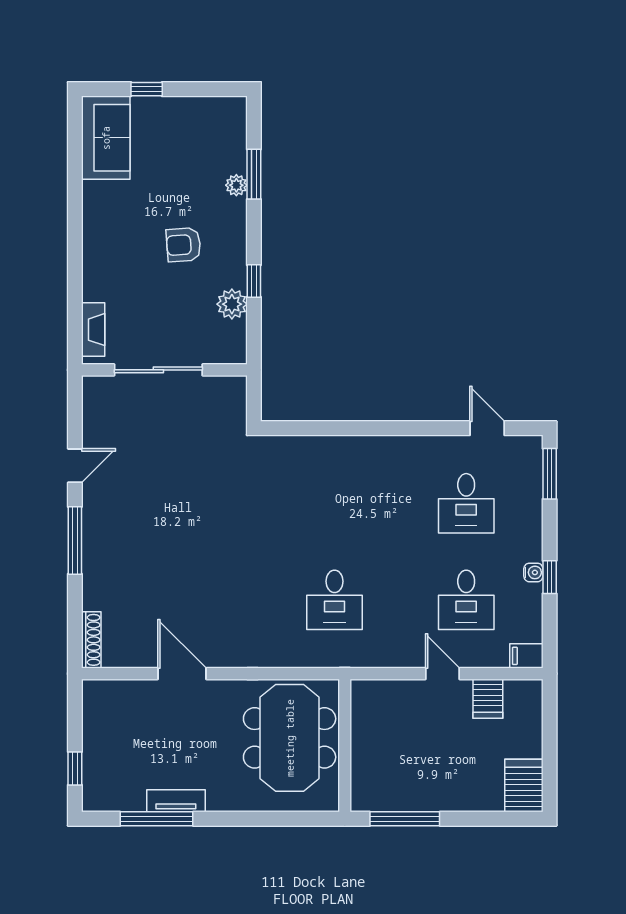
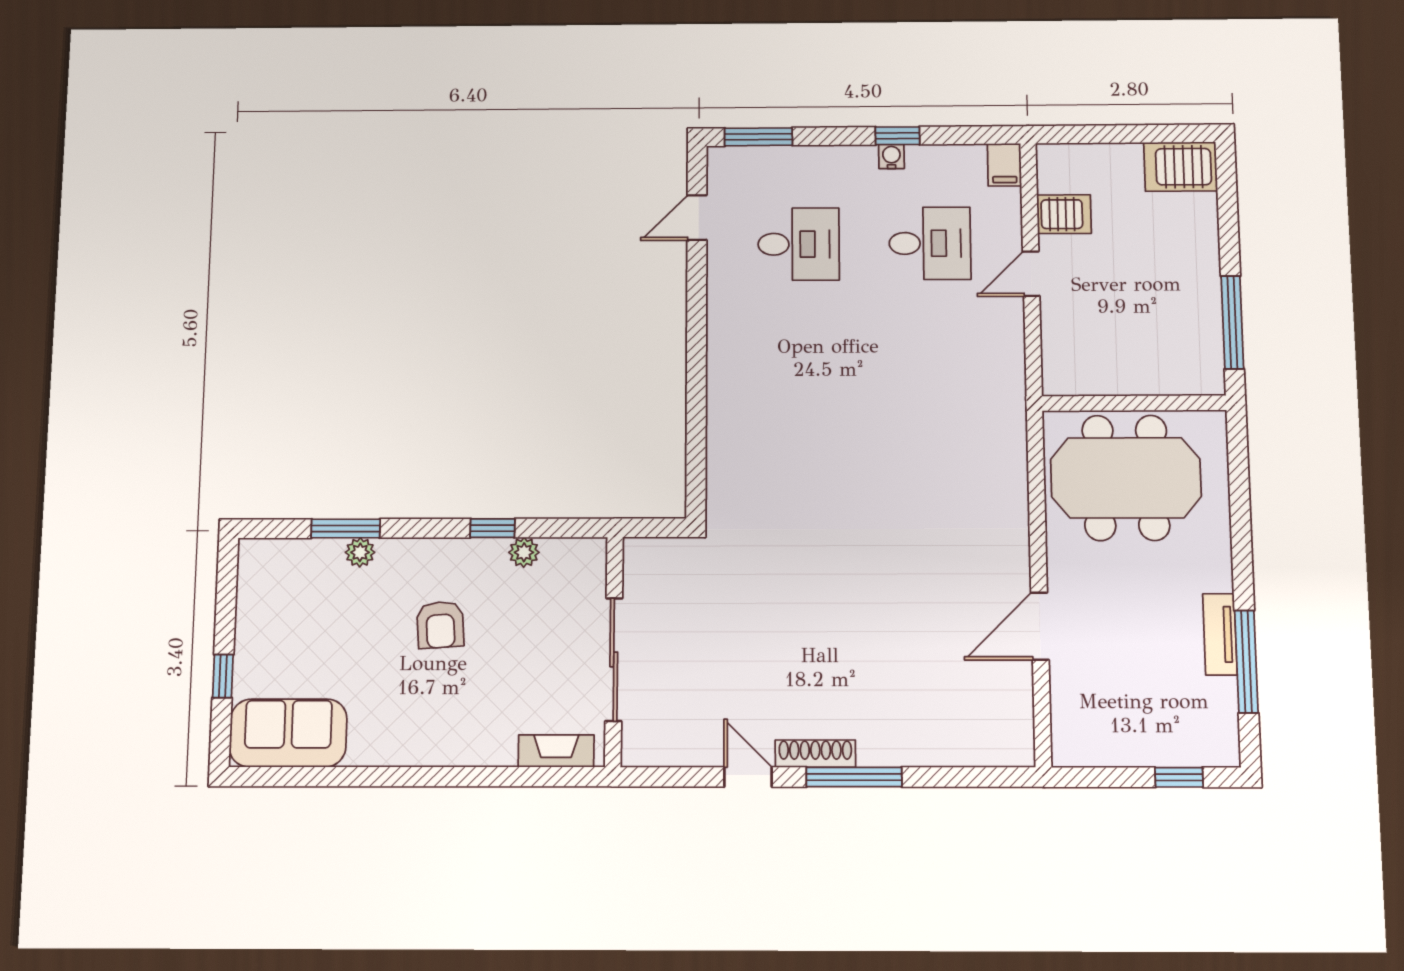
plant: (232, 304) -> (524, 552), width x0.73, depth x0.73
desk: (335, 600) -> (933, 418), removed
shoe rack: (91, 640) -> (815, 754), moved

